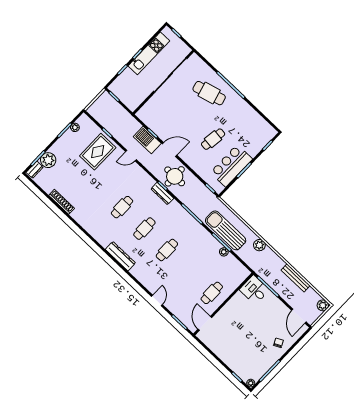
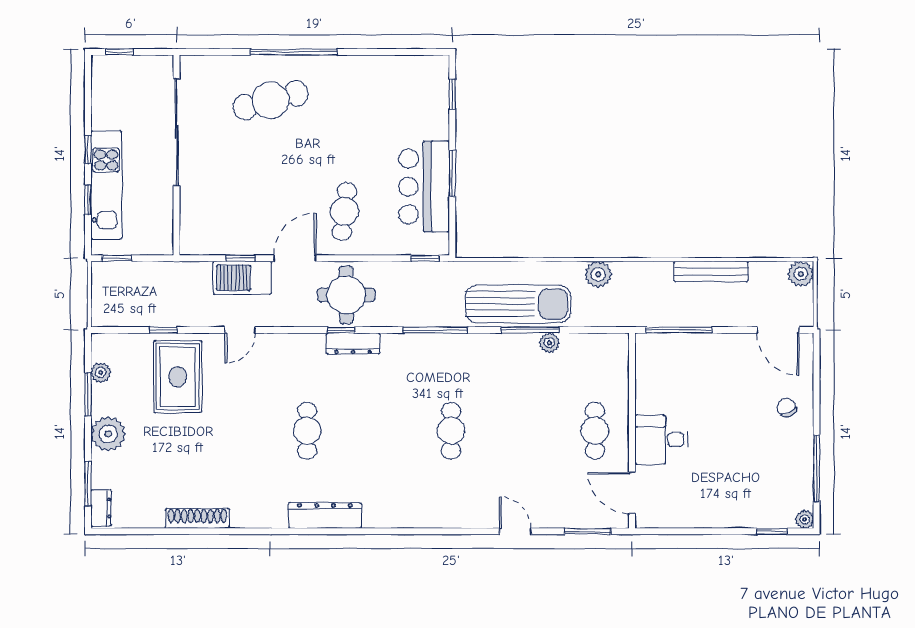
kitchen unit: (149, 53) -> (106, 185), moved
cafe table: (213, 139) -> (344, 212), moved
plant: (48, 160) -> (108, 434), moved
cafe table: (144, 229) -> (379, 431), removed
sun lounger: (226, 230) -> (518, 304), turned 180
dresser: (120, 256) -> (325, 515), moved
desk: (254, 290) -> (661, 440), moved

